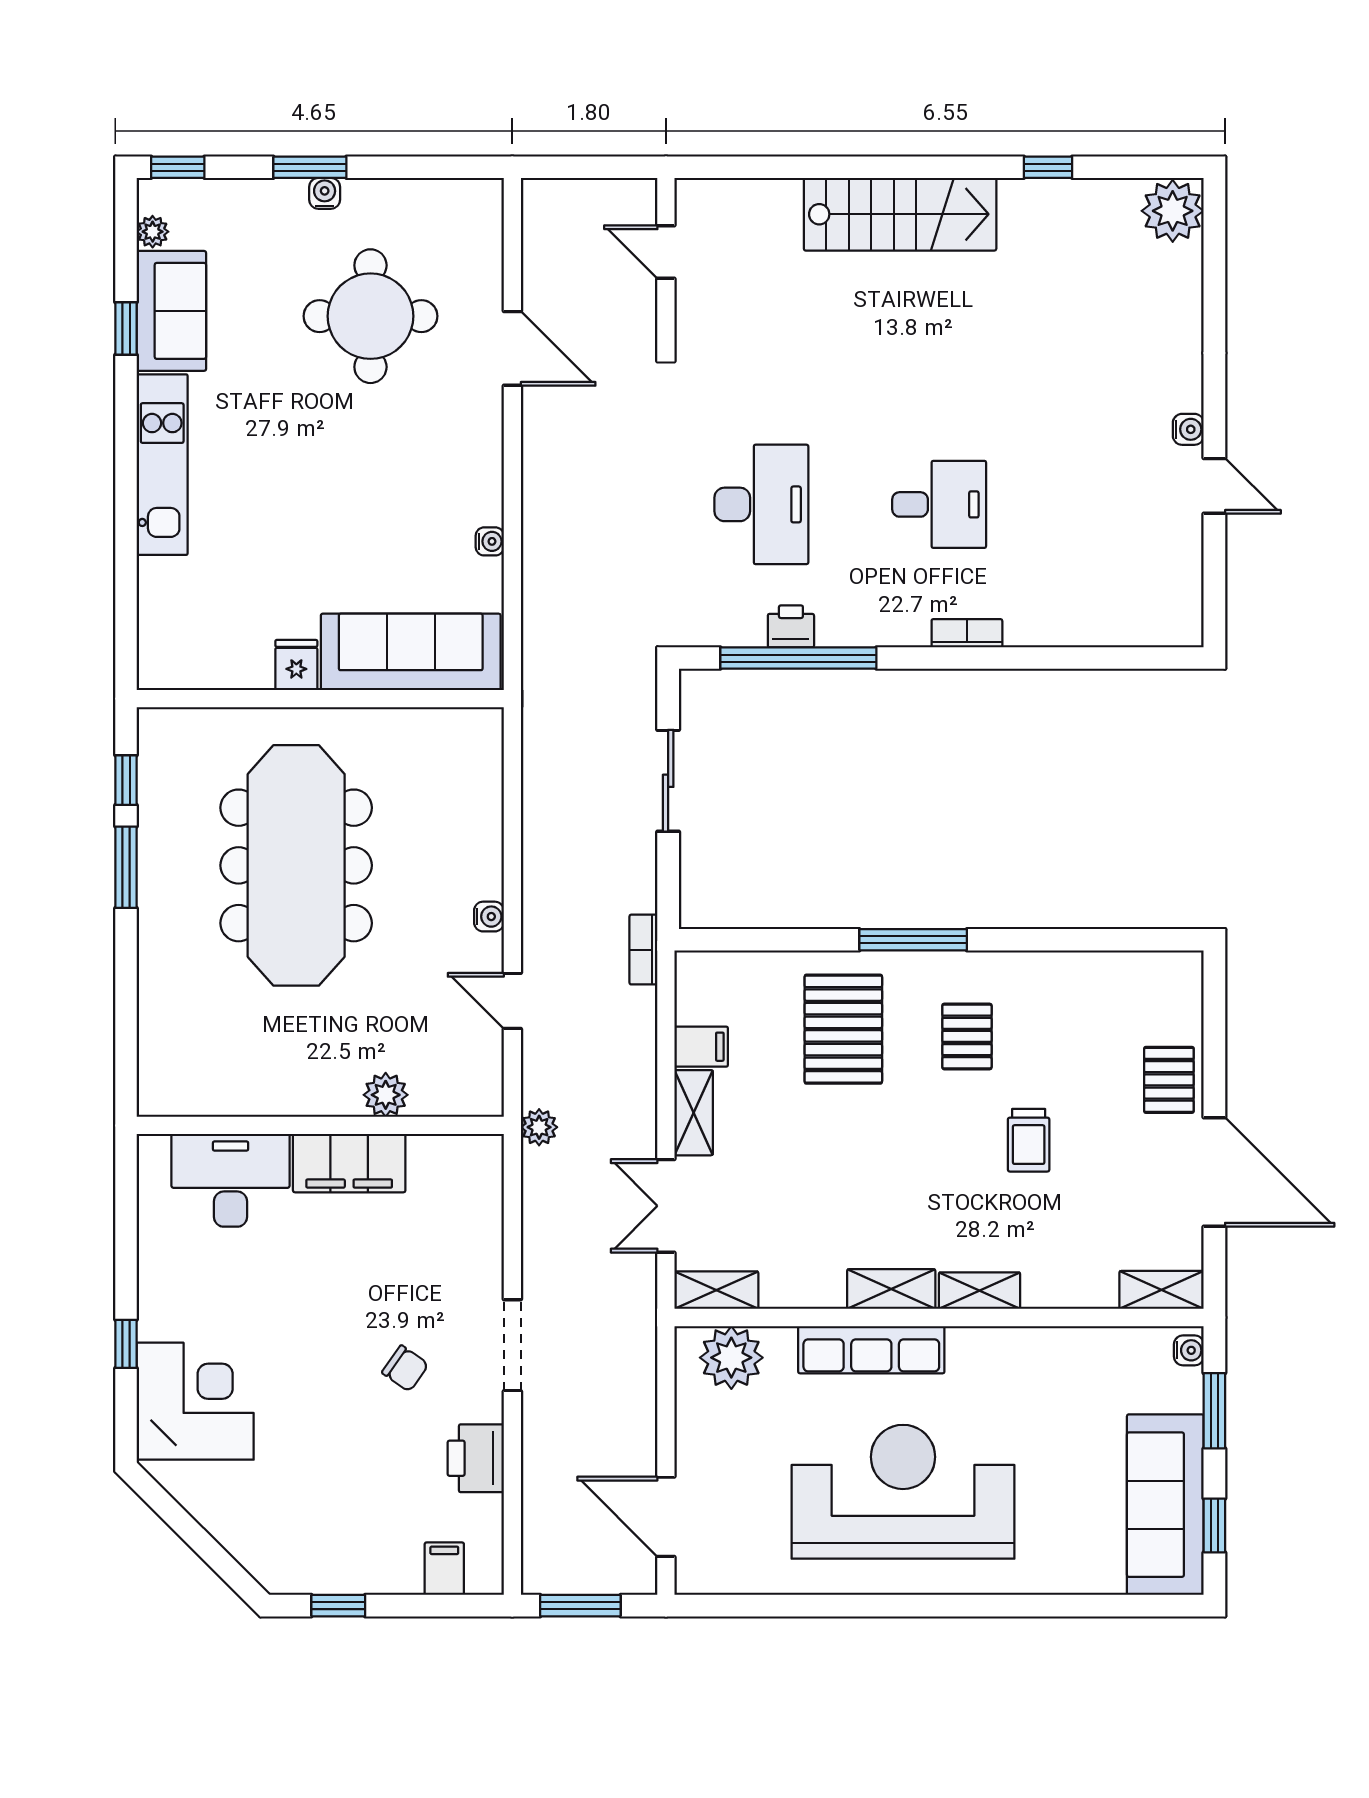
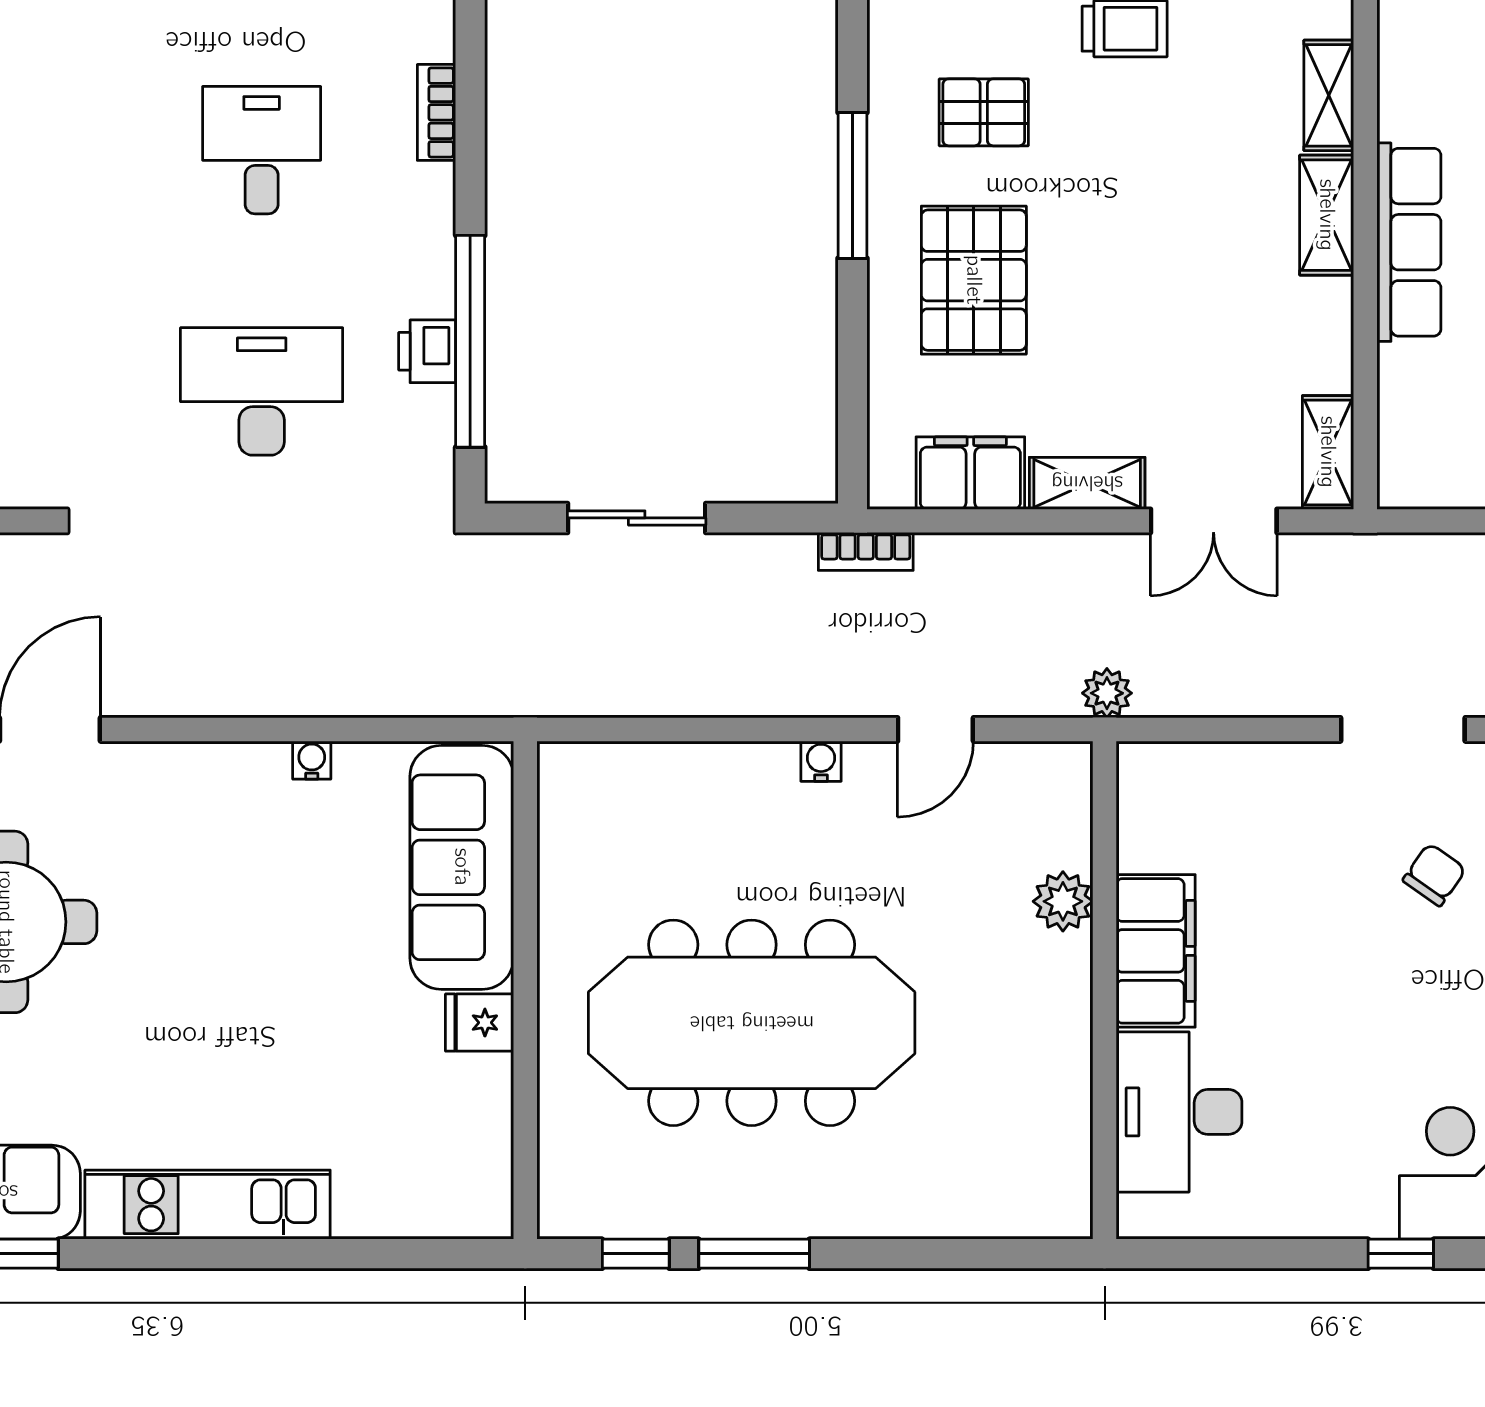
pallet: (843, 1029) -> (974, 280), turned 90
filing cabinet: (701, 1047) -> (970, 473), width x2.00
plant: (731, 1358) -> (1420, 432), removed

